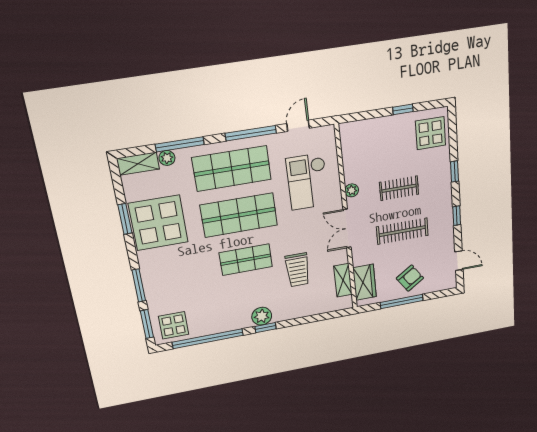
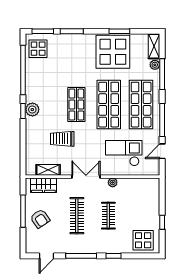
door: (298, 126) -> (162, 151), swing flipped
window: (457, 216) -> (81, 256), width x2.17

